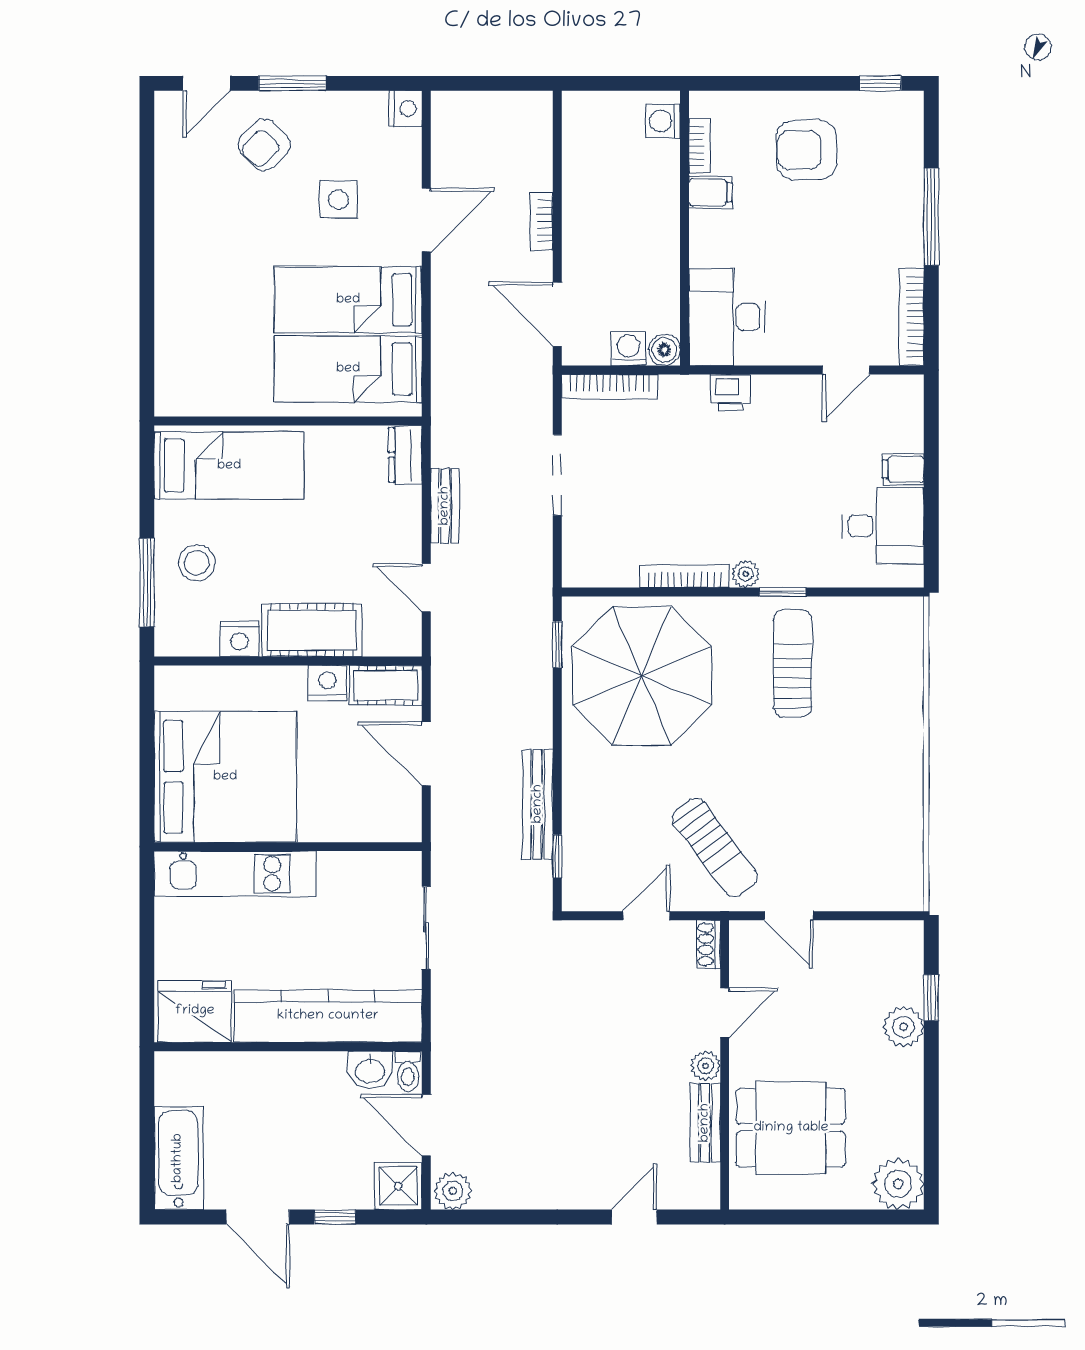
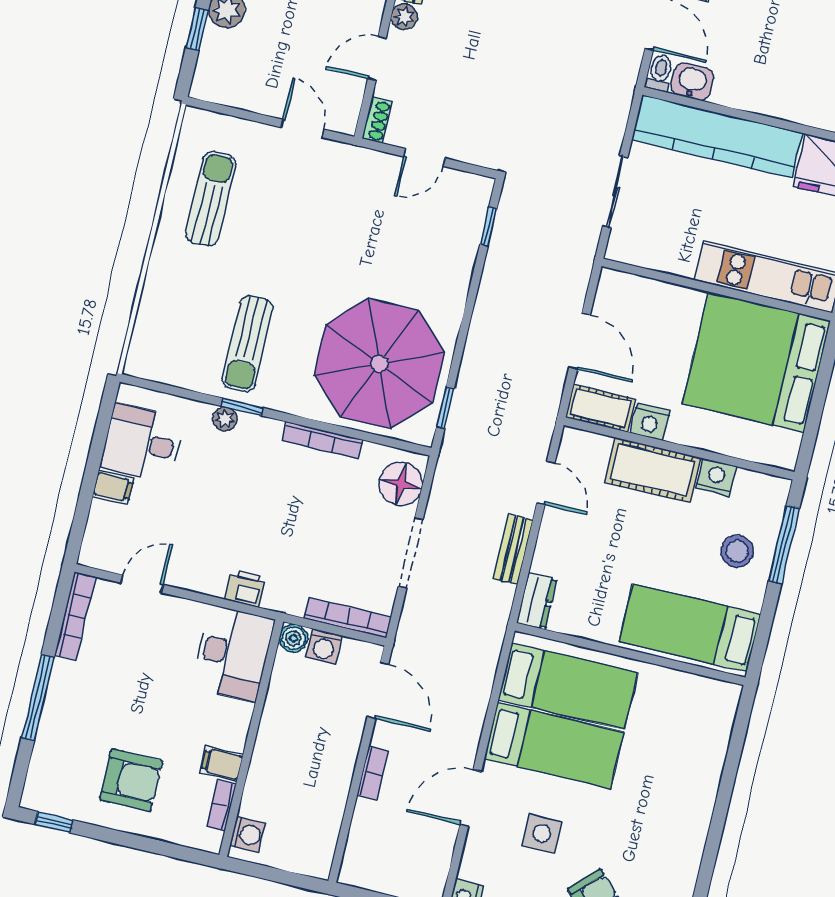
floor lamp: (586, 549) -> (401, 484), added
plant: (746, 574) -> (225, 419), moved
bench: (538, 804) -> (495, 275), removed
sun lounger: (715, 848) -> (211, 199), moved, turned 37

